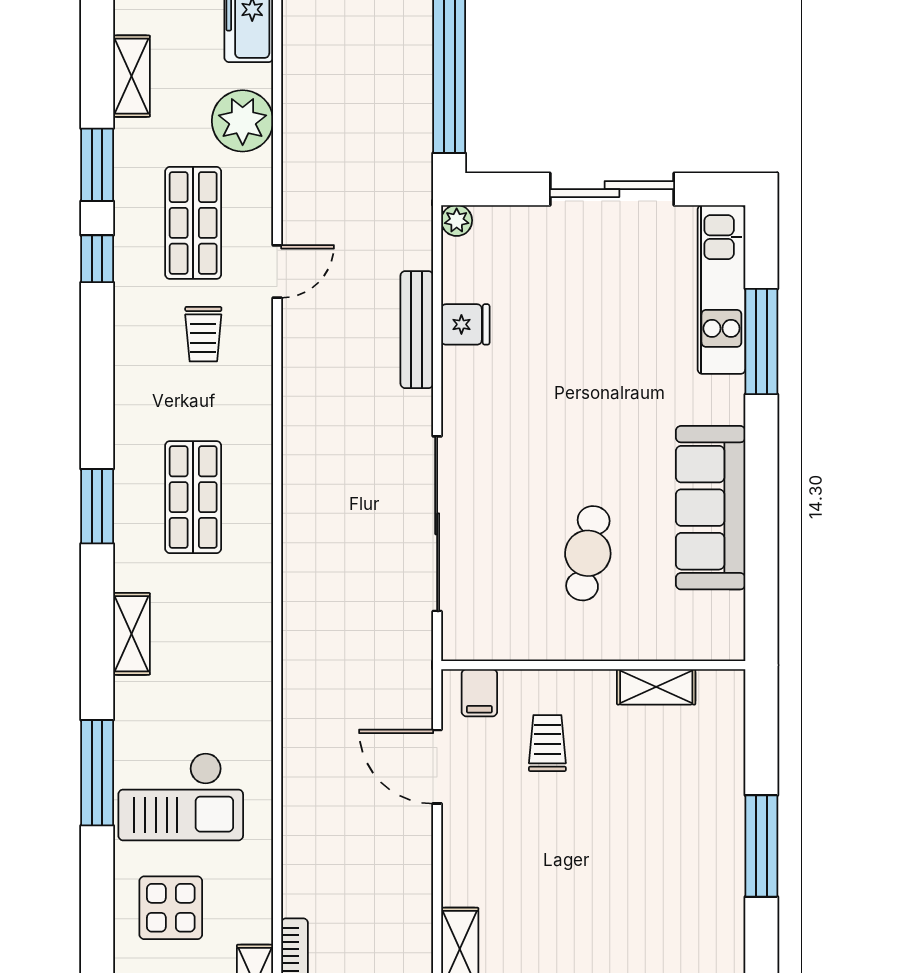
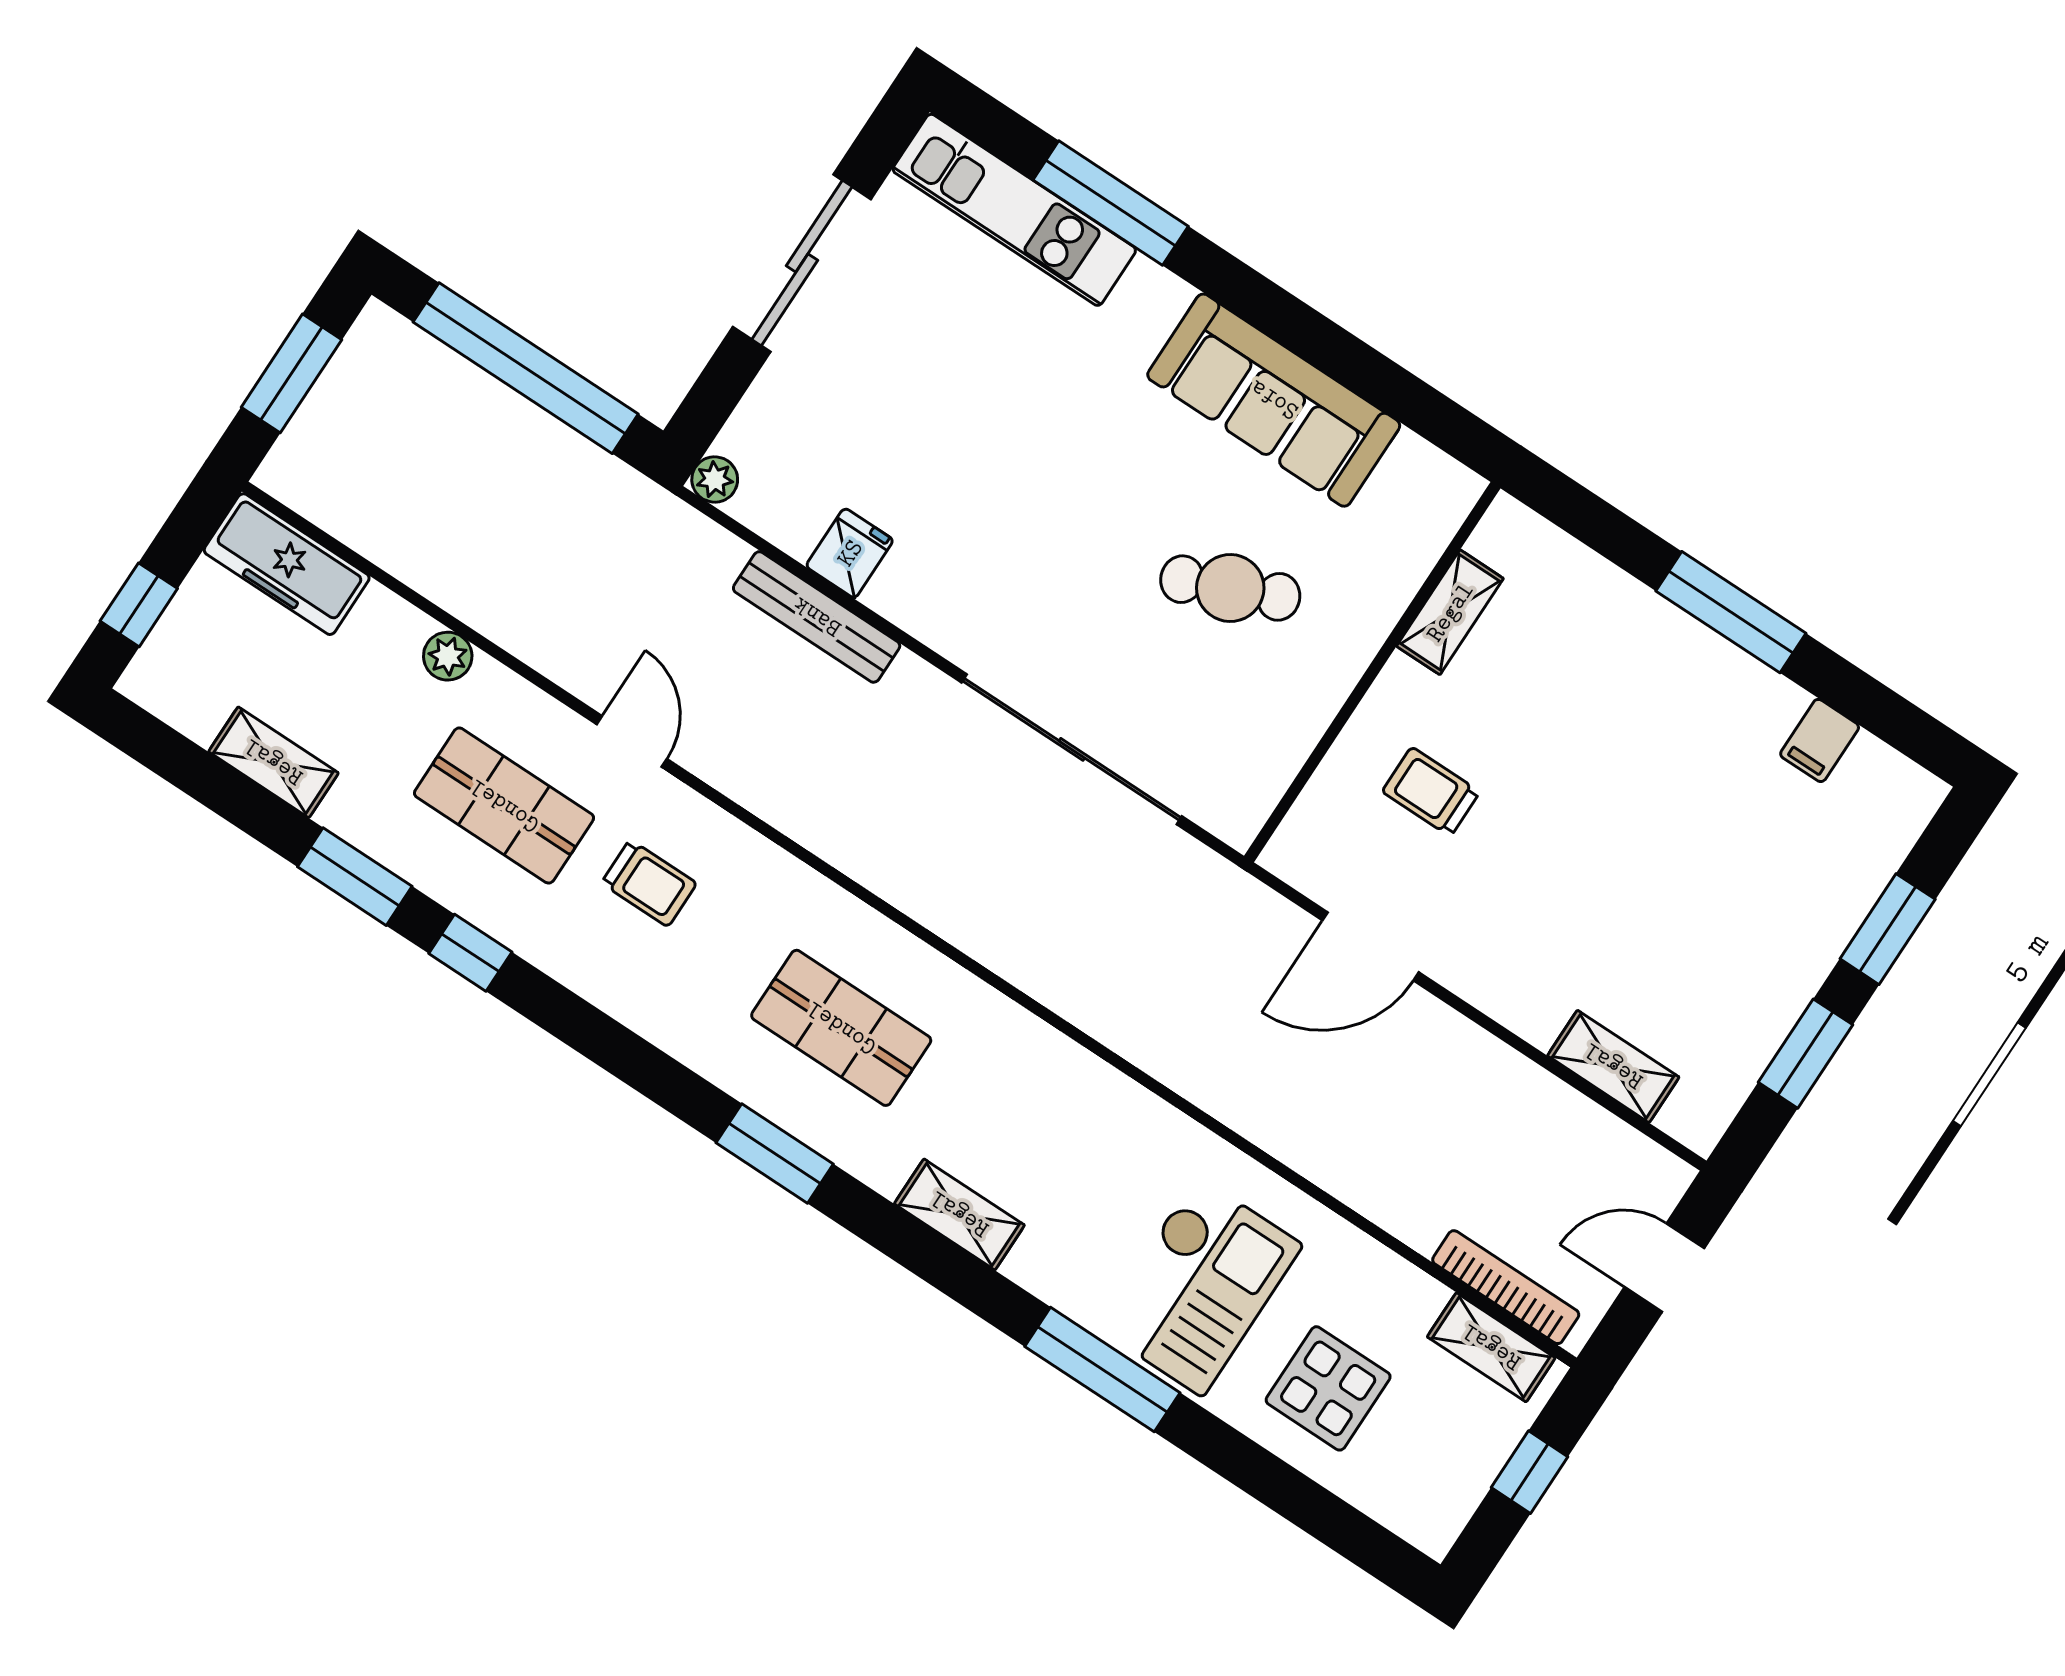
plant: (243, 121) -> (448, 656), width x0.53, depth x0.53
cafe table: (588, 553) -> (1230, 588), turned -33
filing cabinet: (479, 693) -> (1820, 740), moved, turned 90

